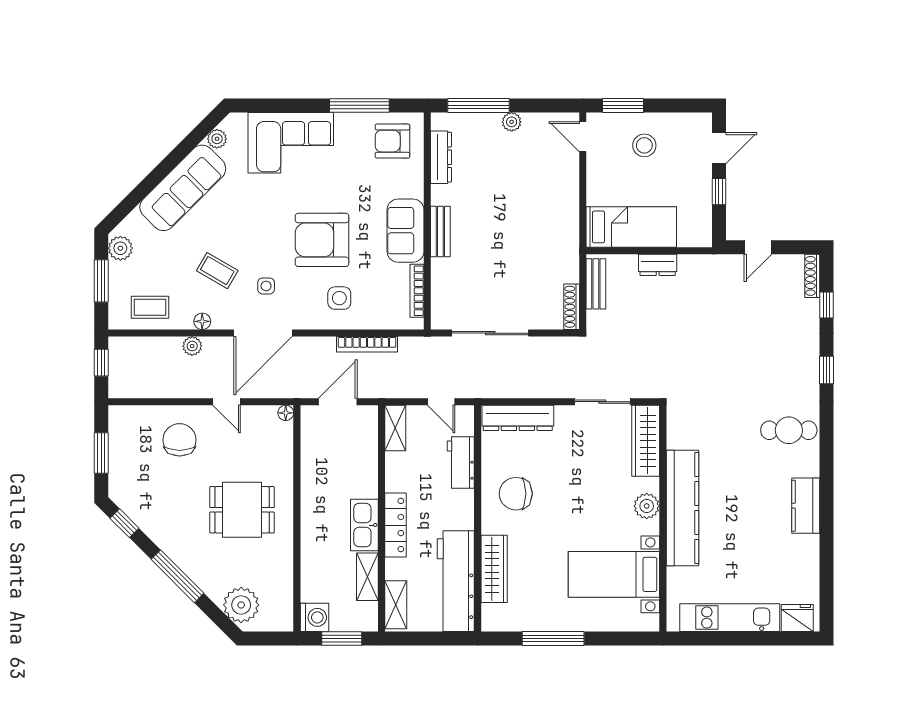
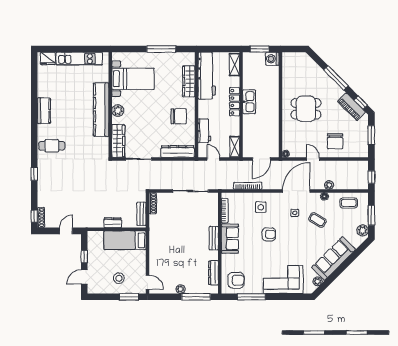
armchair: (322, 240) -> (269, 234), width x0.53, depth x0.53
window: (826, 305) -> (34, 216), moved
piano: (144, 514) -> (352, 107), added
shelving: (367, 577) -> (248, 78), removed
plant: (241, 605) -> (306, 65), removed

